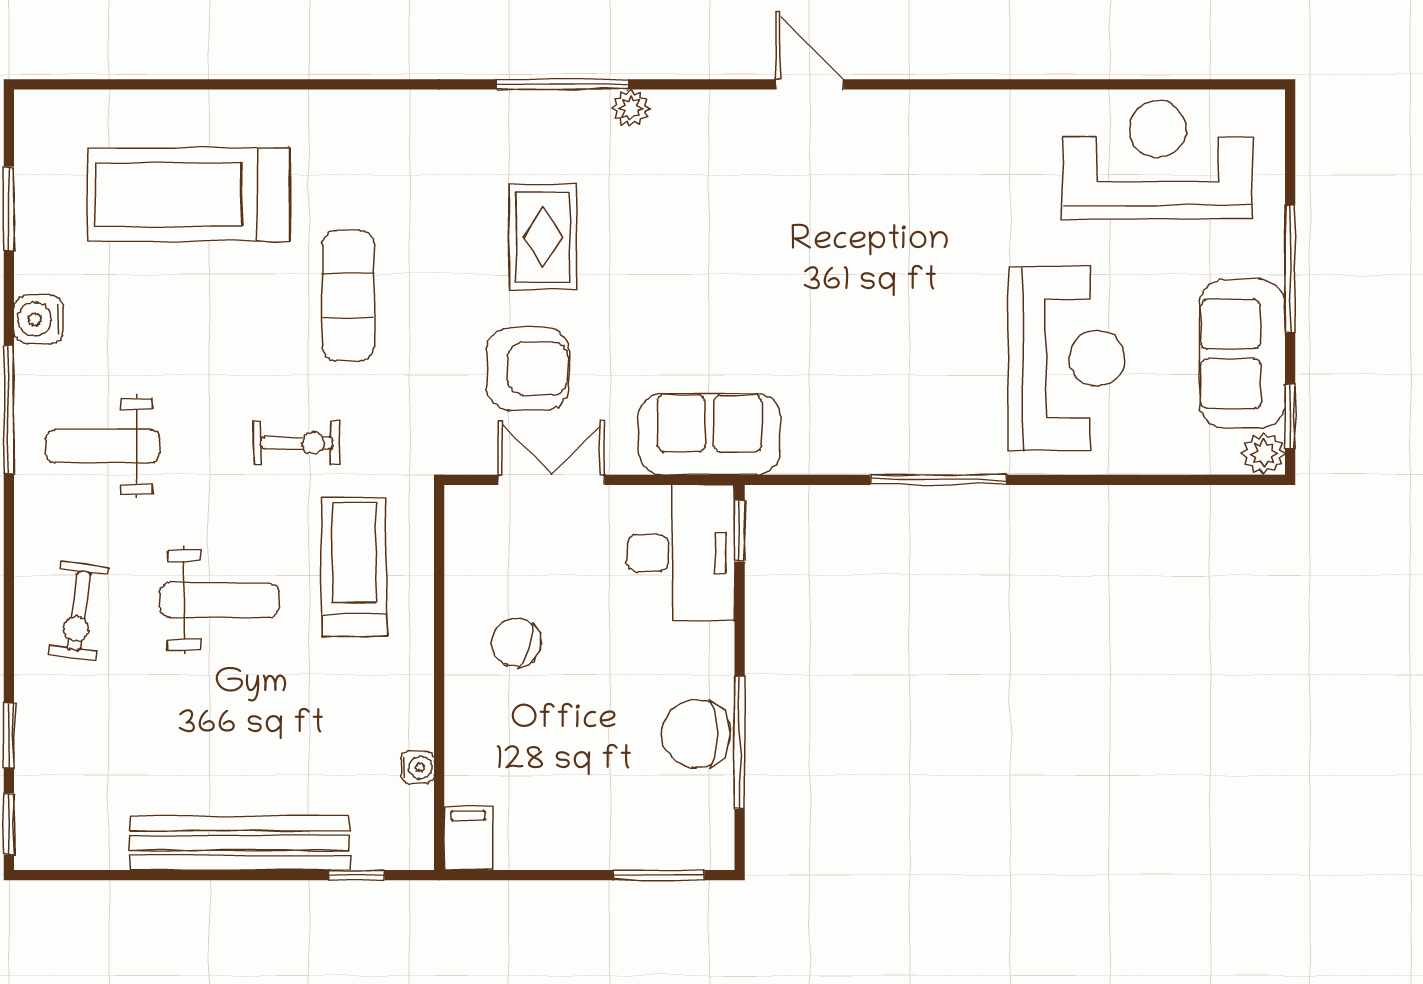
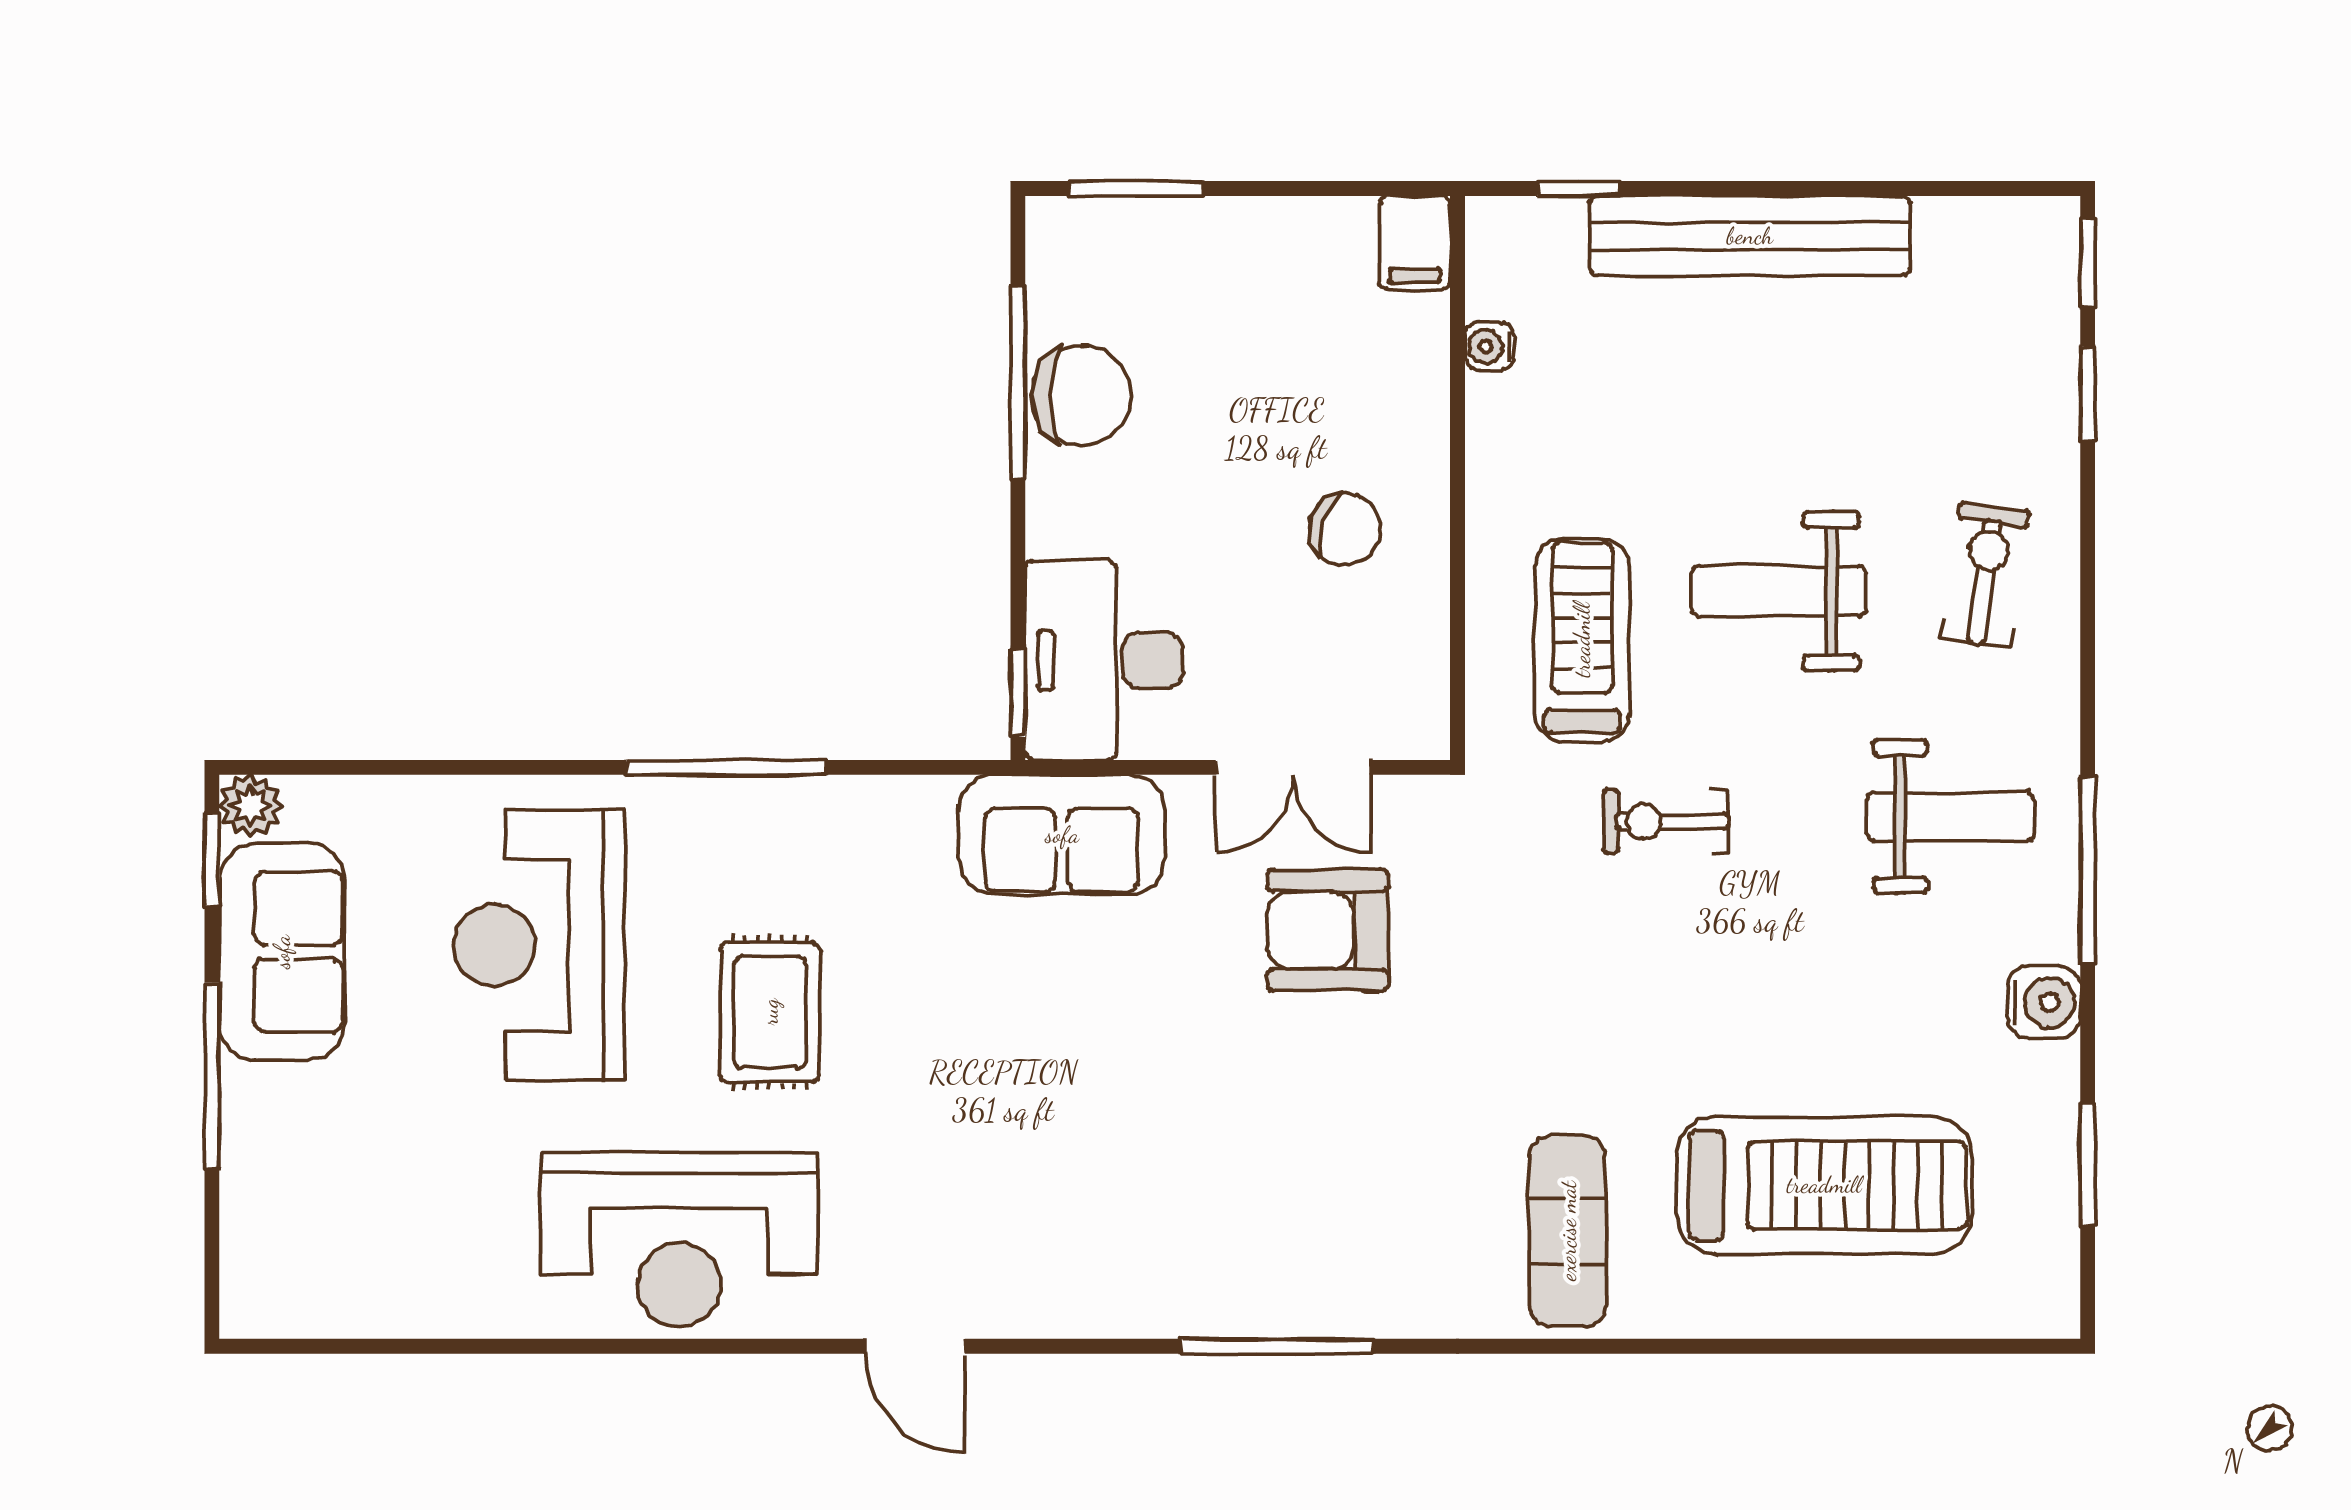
plant: (631, 108) -> (1177, 1312), removed
reception desk: (1158, 160) -> (679, 1239), moved
rug: (543, 237) -> (770, 1012), moved
exercise mat: (348, 296) -> (1568, 1231), moved
treadmill: (354, 567) -> (1582, 640), turned 180

